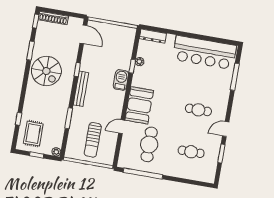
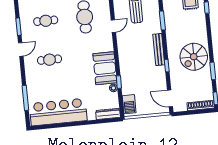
spiral stairs: (46, 71) -> (194, 57), turned -90
barbecue: (121, 80) -> (129, 104), moved
booth: (139, 105) -> (105, 68), moved

